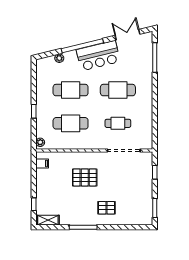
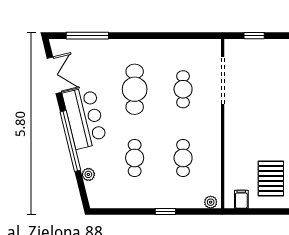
double door: (127, 35) -> (54, 75), swing flipped
cafe table: (71, 90) -> (135, 158), width x0.73, depth x0.74
cafe table: (71, 123) -> (183, 158), width x0.73, depth x0.74
pallet: (85, 177) -> (271, 179), moved

